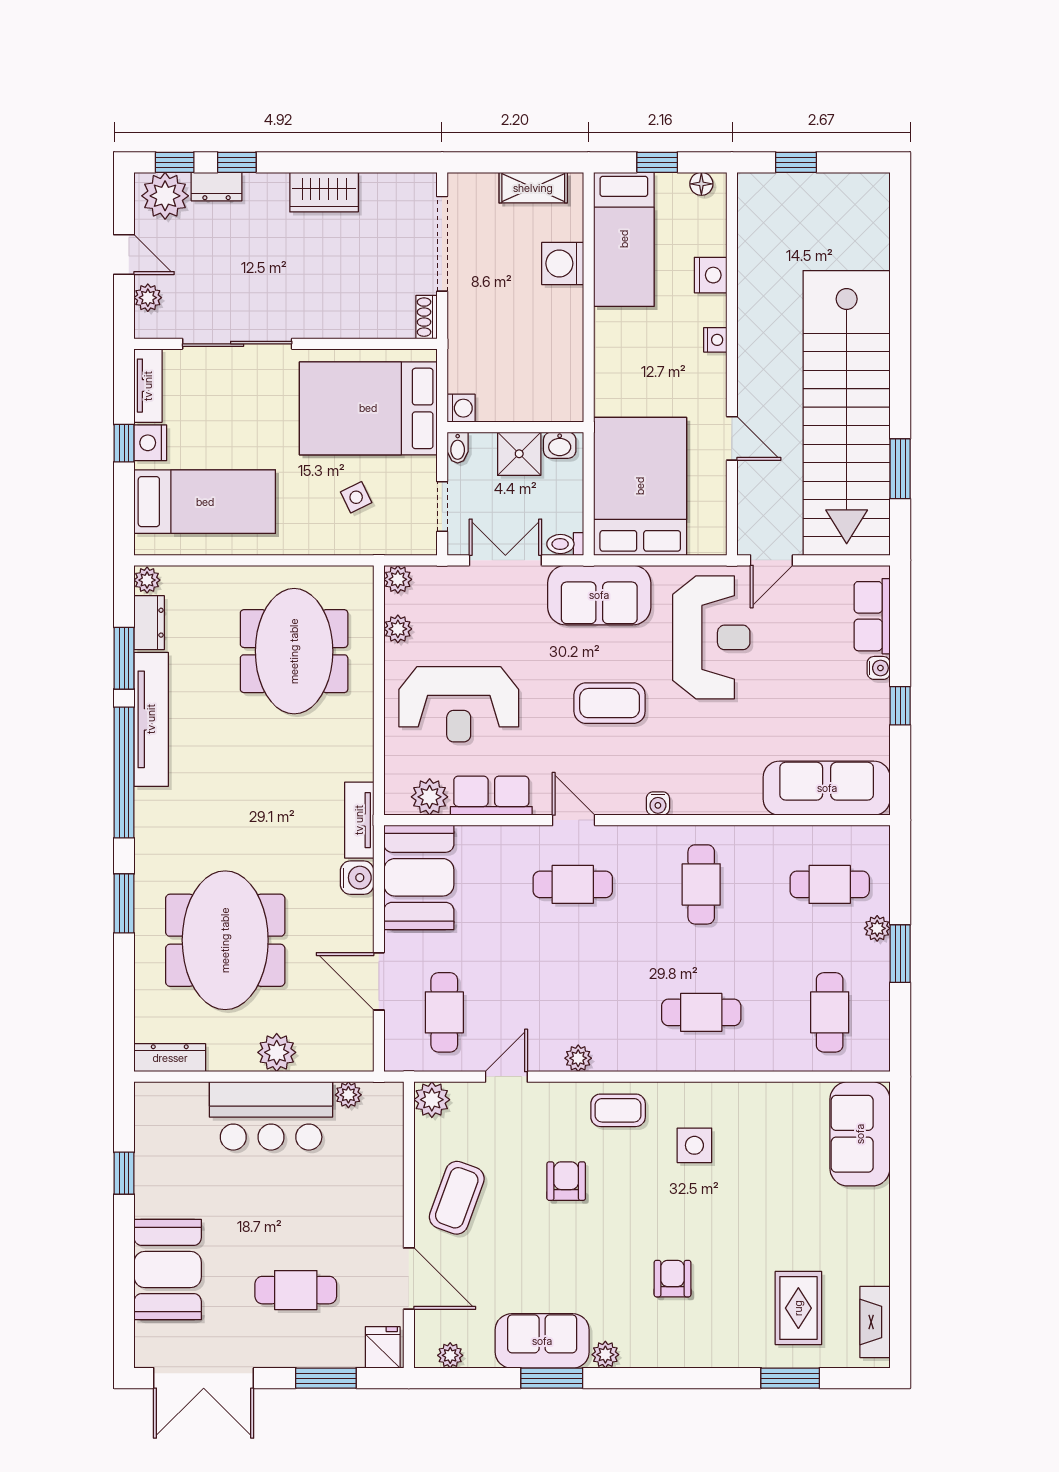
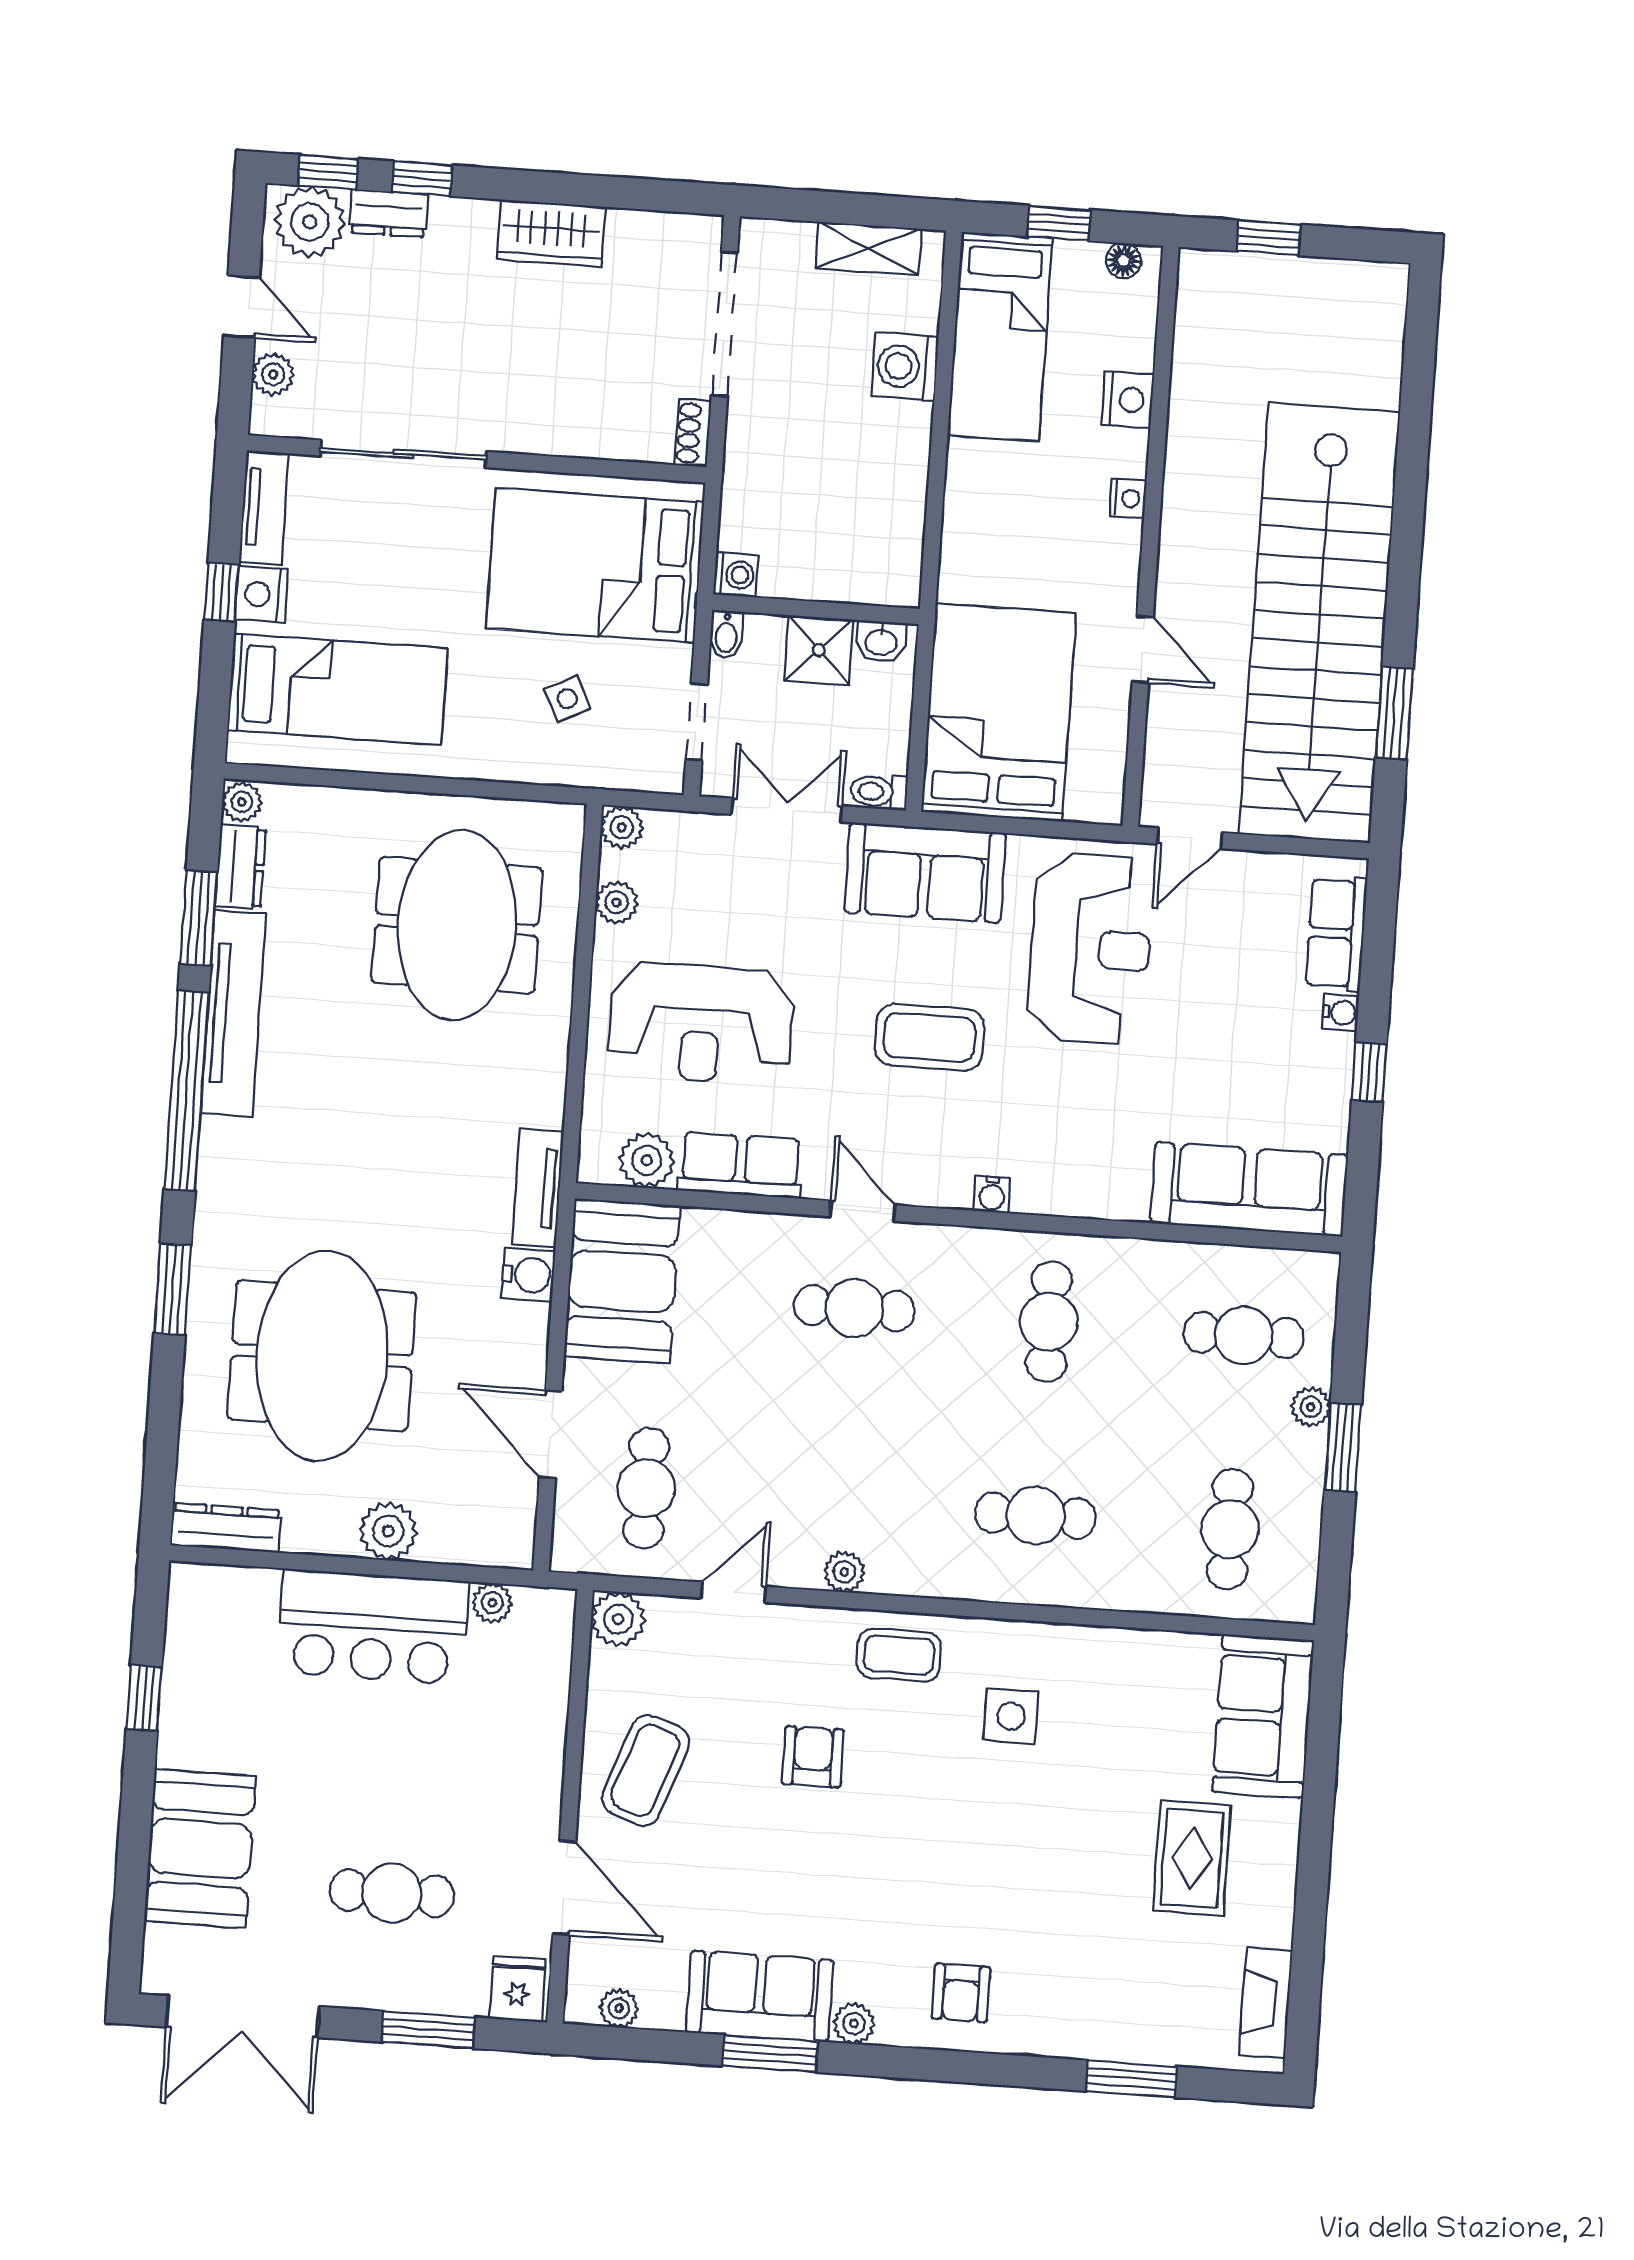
armchair: (672, 1279) -> (961, 1993), moved, turned 180
rug: (798, 1308) -> (1192, 1858), moved

